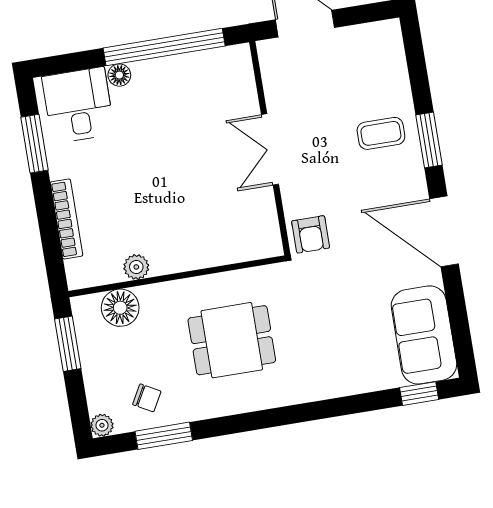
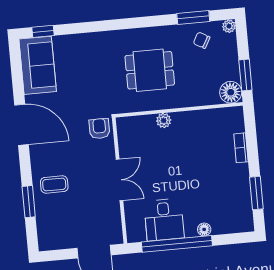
desk: (78, 105) -> (164, 220), moved
window: (429, 140) -> (29, 202), moved
bookcase: (66, 219) -> (241, 148), width x0.64
plant: (136, 267) -> (164, 120), moved
floor lamp: (120, 308) -> (231, 92), moved

